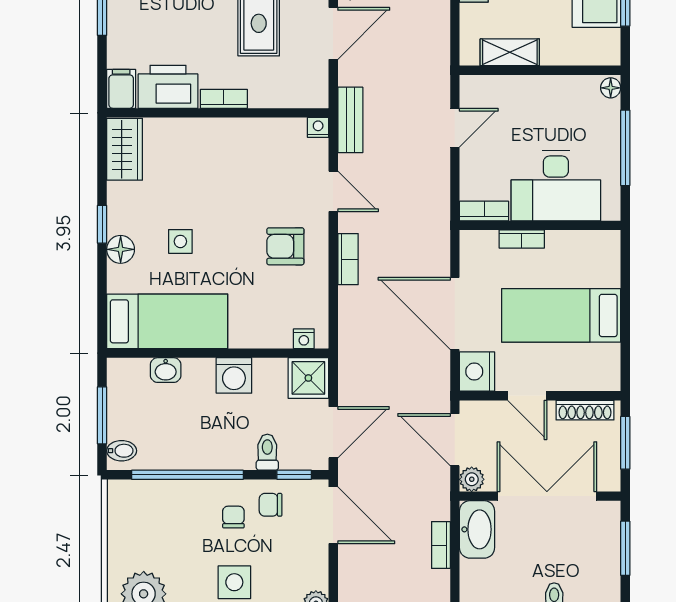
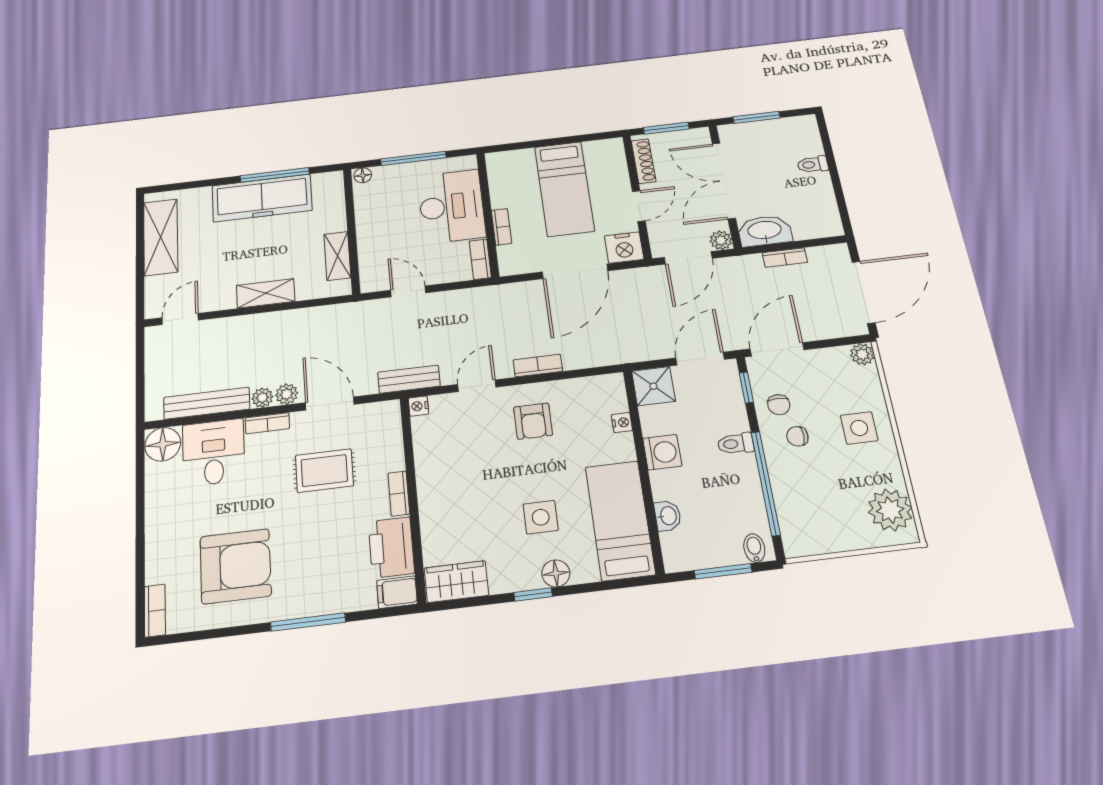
side table: (180, 241) -> (541, 517), width x1.37, depth x1.37
nightstand: (304, 339) -> (622, 423), moved
door: (333, 432) -> (700, 359), hinge flipped
toilet: (267, 452) -> (736, 444), moved

